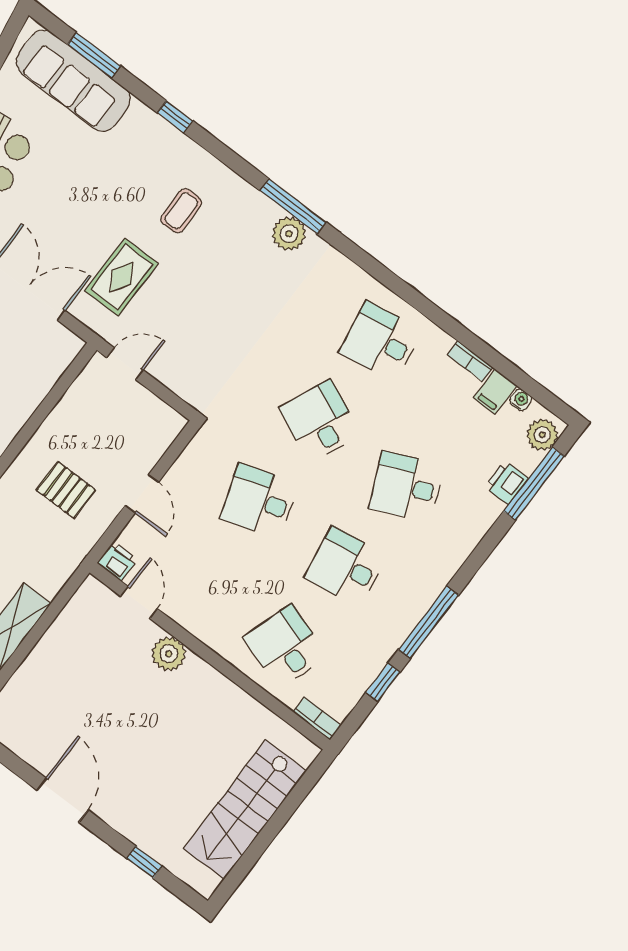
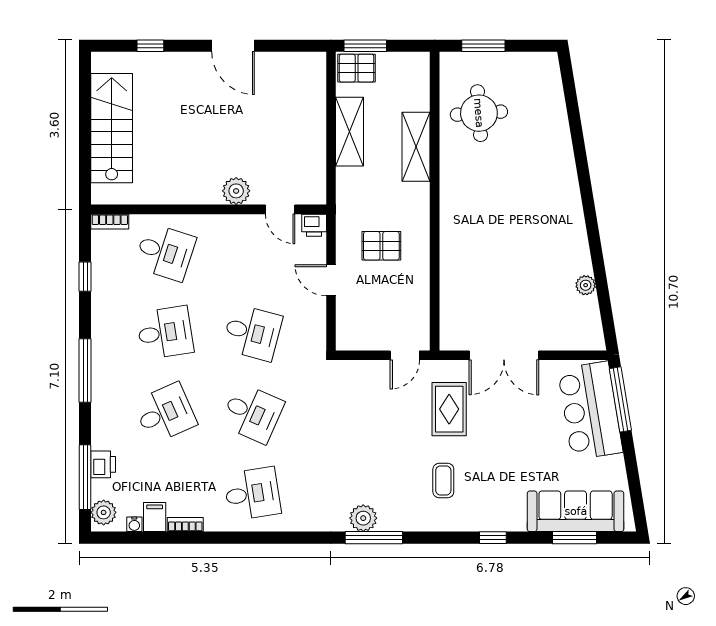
desk: (259, 501) -> (252, 333), turned 33
window: (429, 622) -> (85, 371), moved

